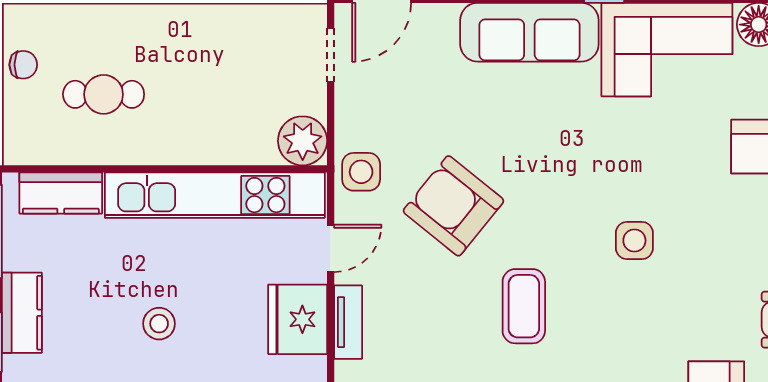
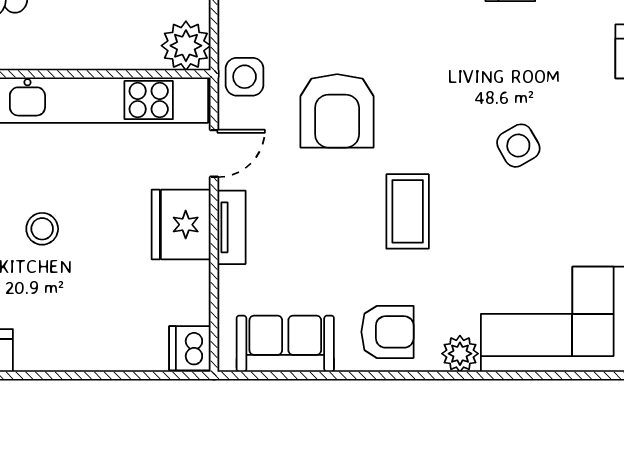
armchair: (453, 206) -> (337, 111), turned -129
side table: (634, 241) -> (518, 146), turned -30

